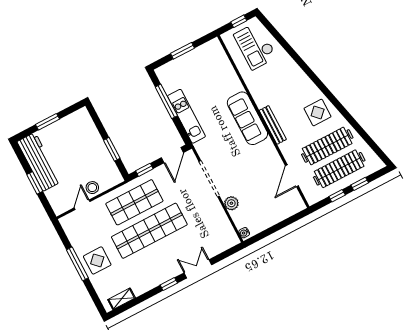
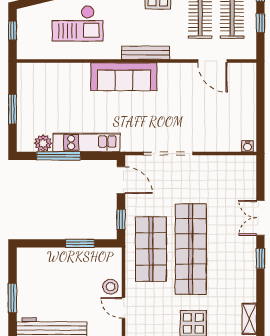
checkout: (255, 46) -> (78, 23), moved
plant: (231, 203) -> (43, 143), moved

